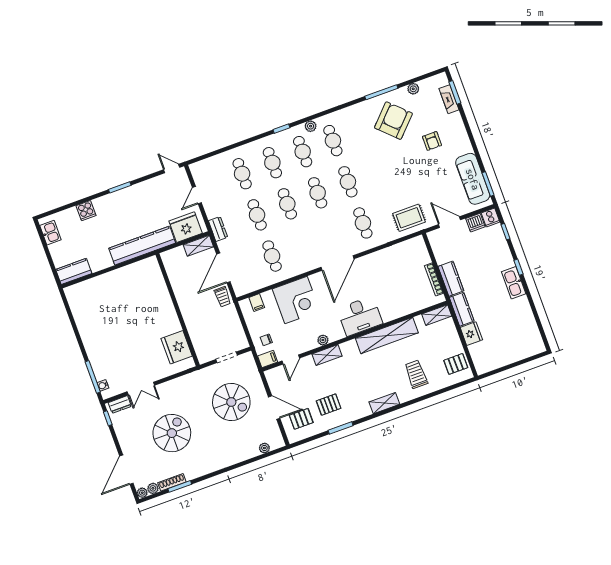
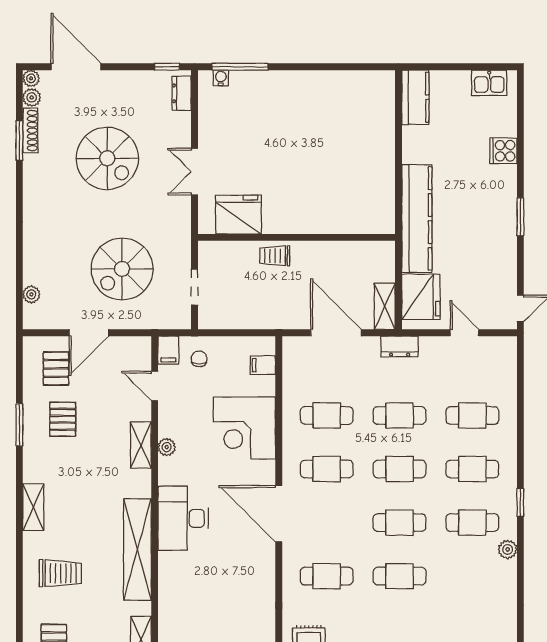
cafe table: (333, 141) -> (327, 469), moved
trolley: (223, 297) -> (275, 256), moved
double door: (141, 388) -> (195, 172), moved

